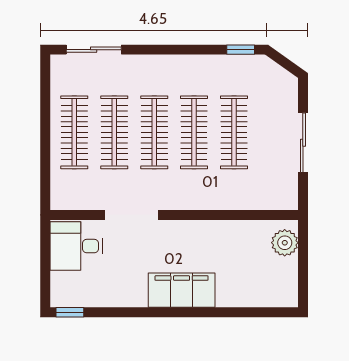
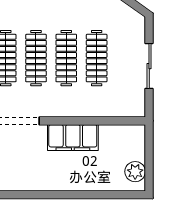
plant: (285, 243) -> (135, 172), moved
filing cabinet: (182, 290) -> (73, 138), moved, turned 180

